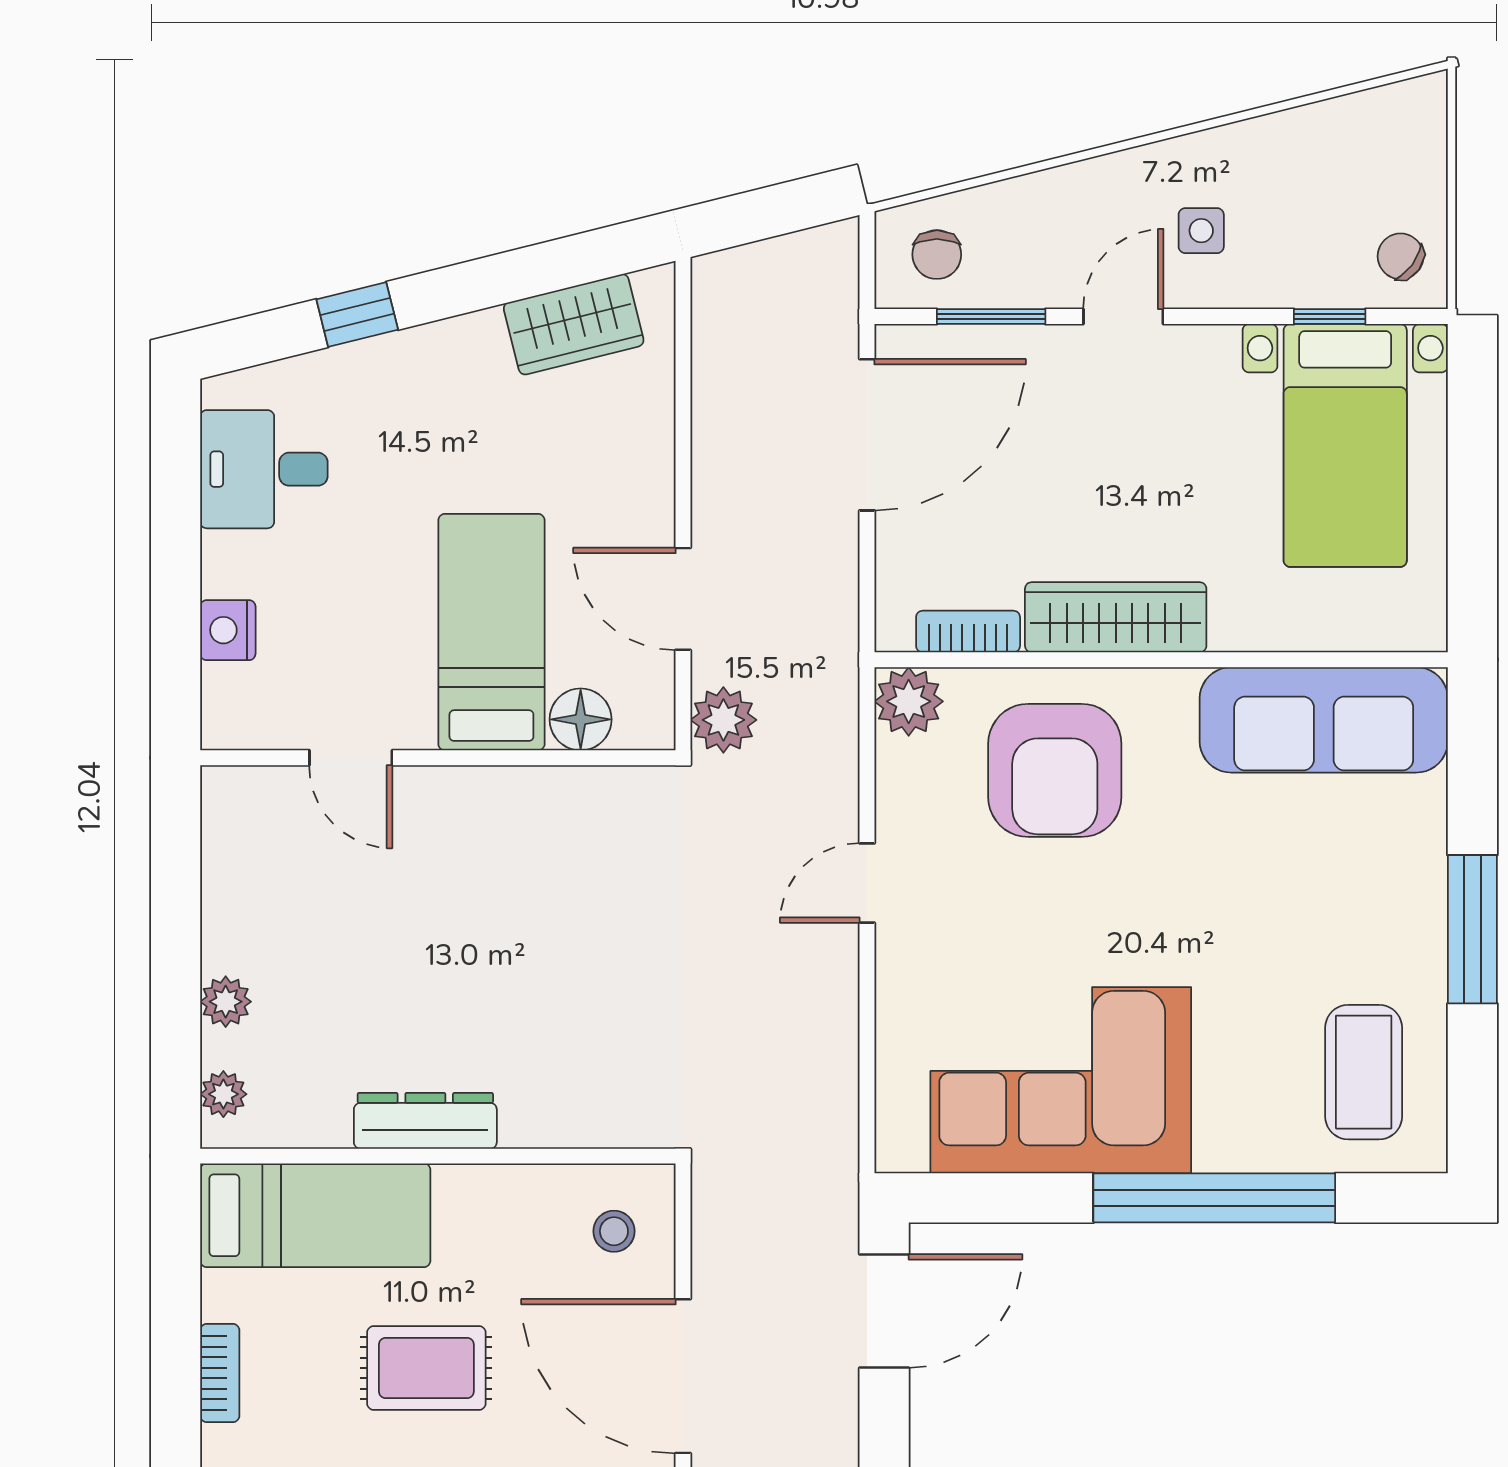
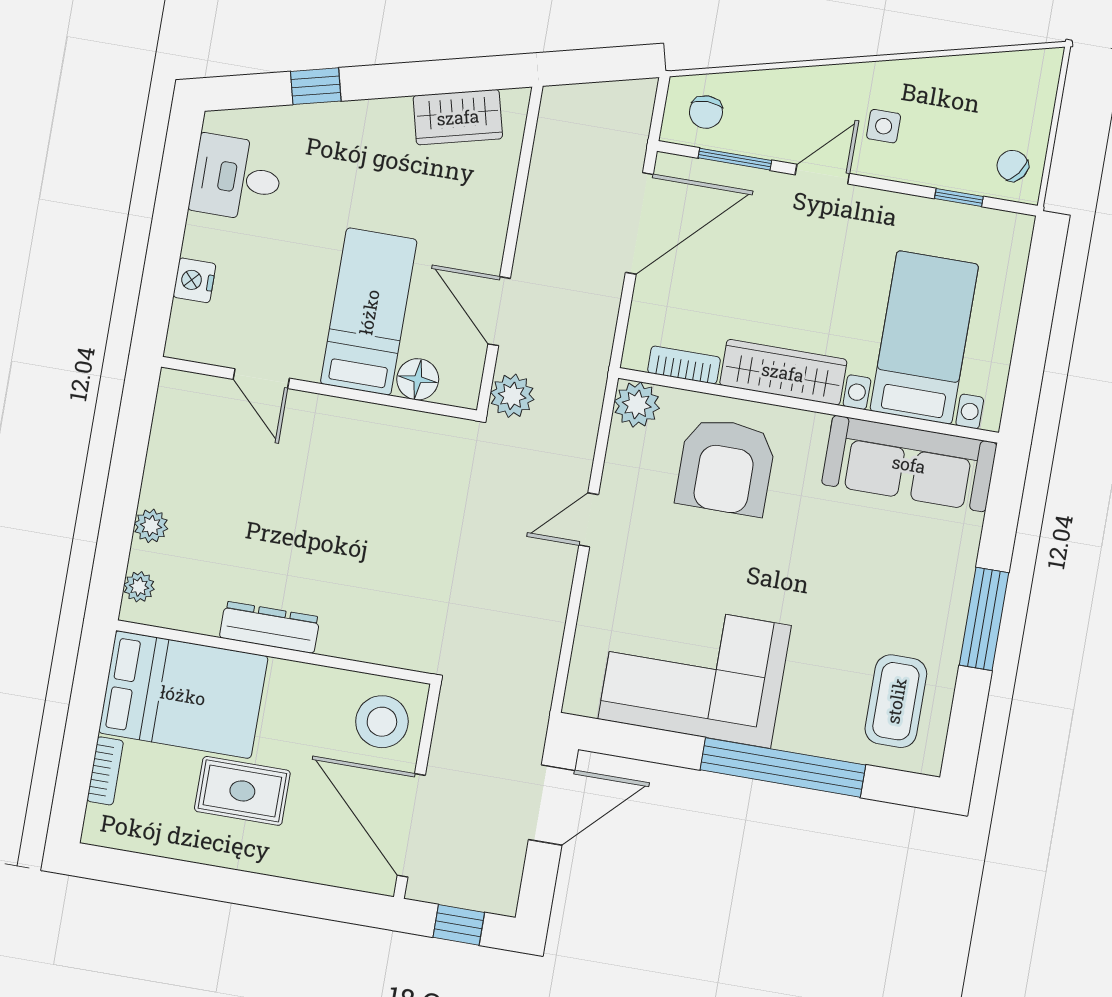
bed with nightstands: (1345, 445) -> (924, 337), moved, turned 180
bed: (315, 1215) -> (183, 695), width x1.50
stool: (614, 1231) -> (382, 722), width x1.89, depth x1.89

